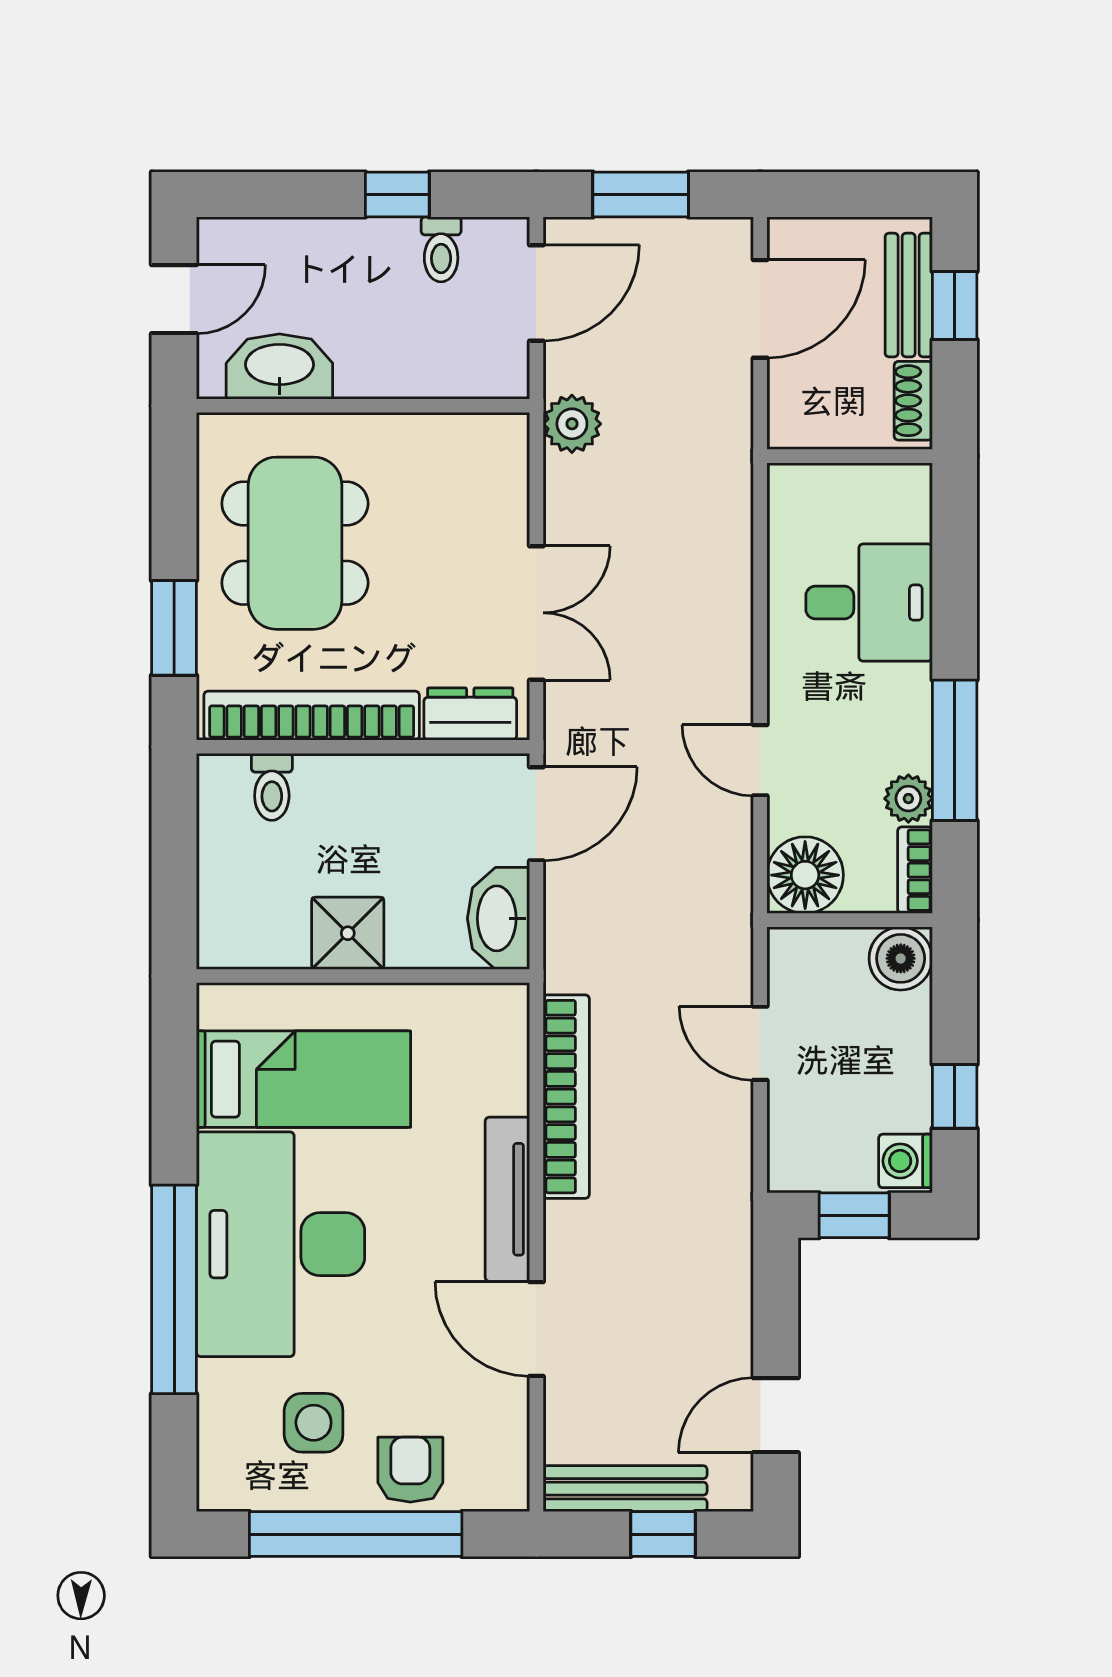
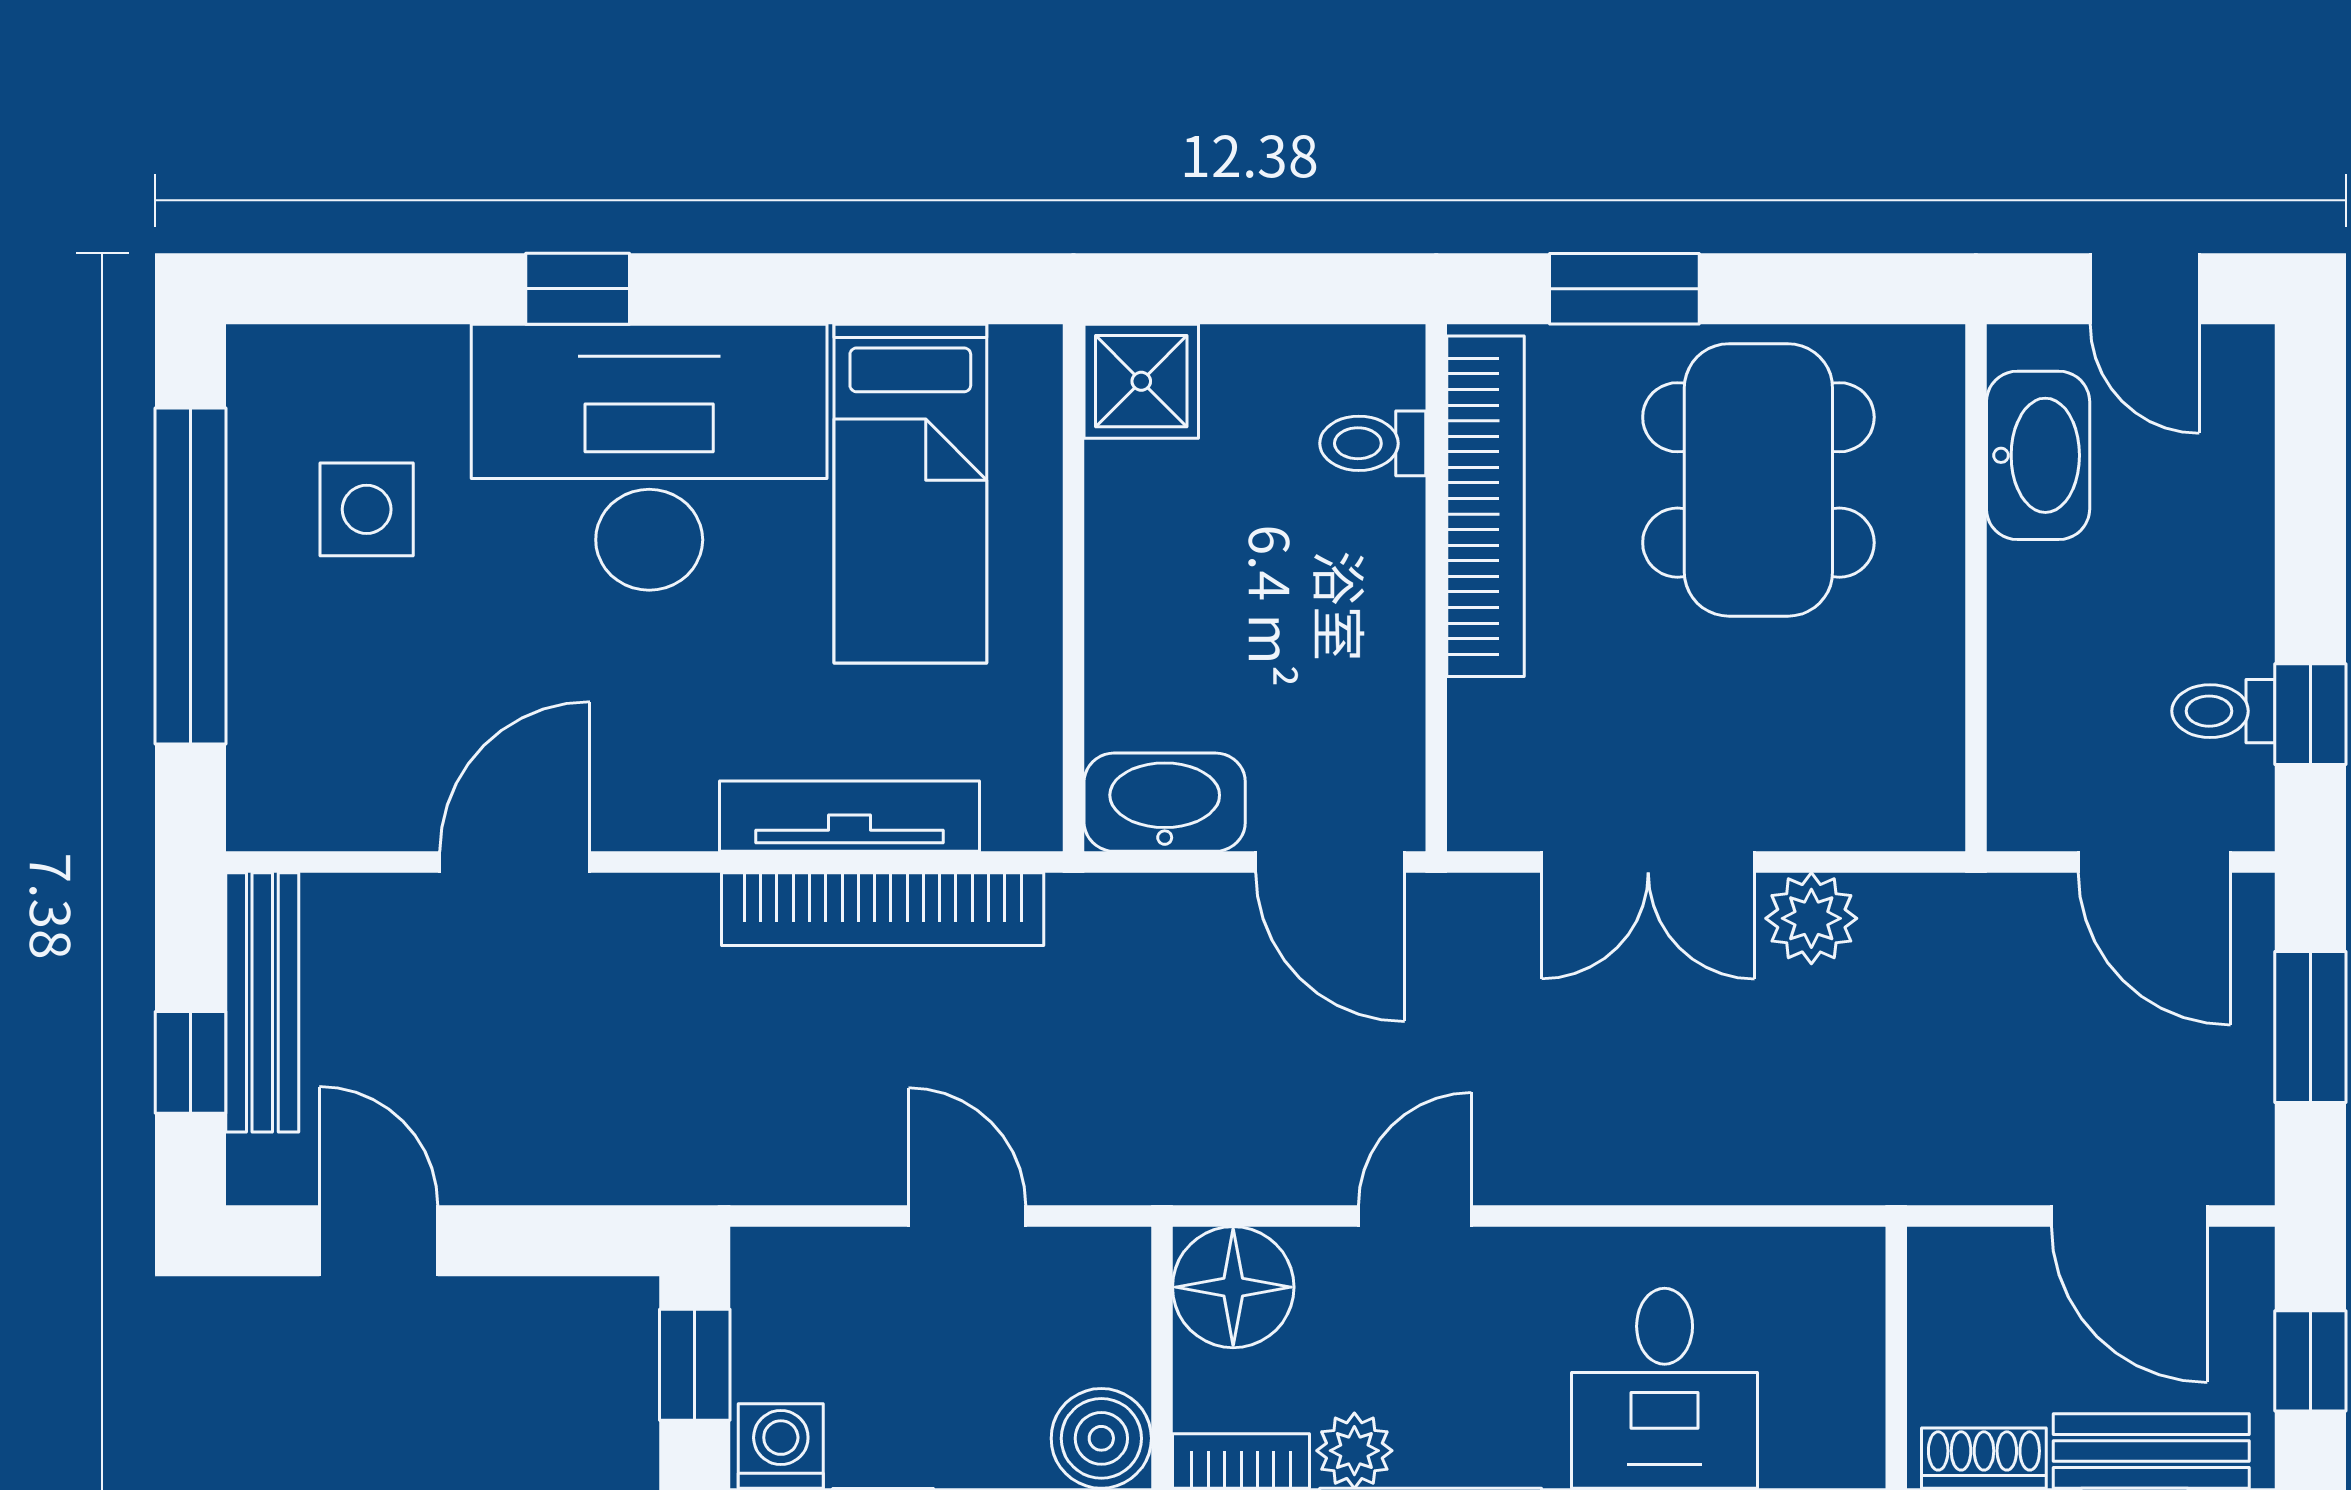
window: (397, 194) -> (2310, 714), moved
window: (852, 194) -> (2310, 1361), added
plant: (572, 424) -> (1811, 918), moved
dining table: (295, 543) -> (1758, 480), turned 90
dresser: (470, 714) -> (1488, 757), removed
shower: (348, 933) -> (1141, 381), moved
door: (760, 1043) -> (967, 1216), hinge flipped
tv unit: (507, 1199) -> (849, 816), moved
window: (174, 1289) -> (578, 289), width x0.32
armchair: (410, 1470) -> (292, 663), removed

